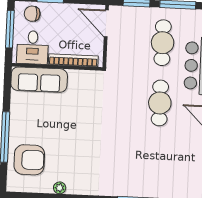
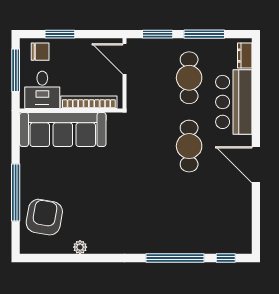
chair: (32, 14) -> (40, 52), turned 180
sofa: (39, 80) -> (63, 130), width x1.36, depth x1.27
armchair: (29, 160) -> (44, 217), turned -80

